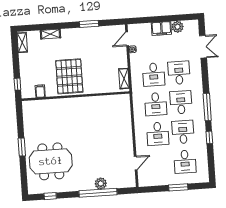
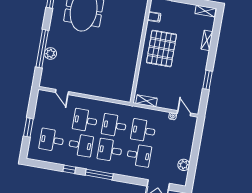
filing cabinet: (161, 28) -> (186, 149), removed
pallet: (69, 76) -> (161, 49), turned 90
desk: (181, 102) -> (110, 150), turned 180

